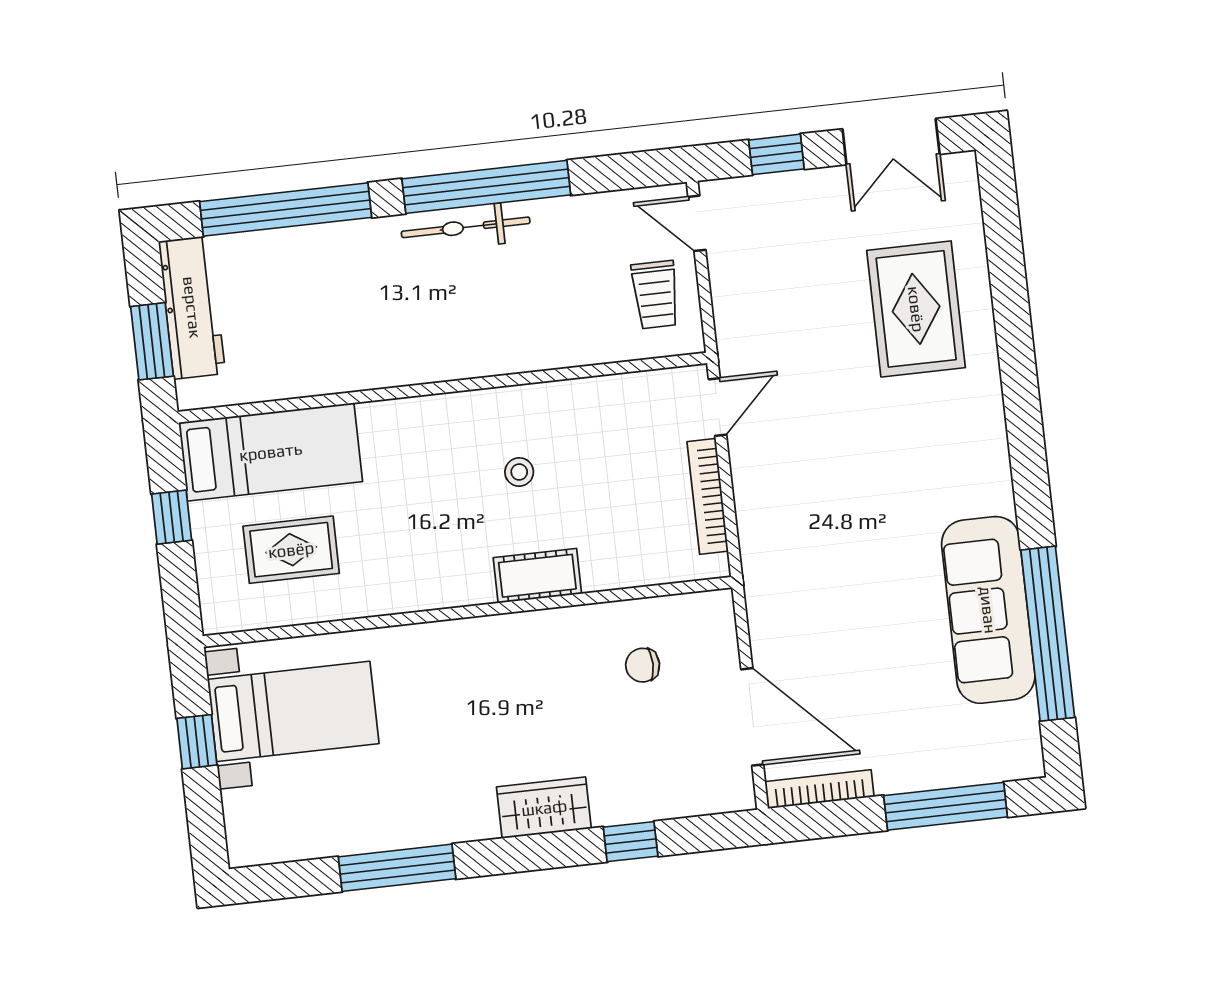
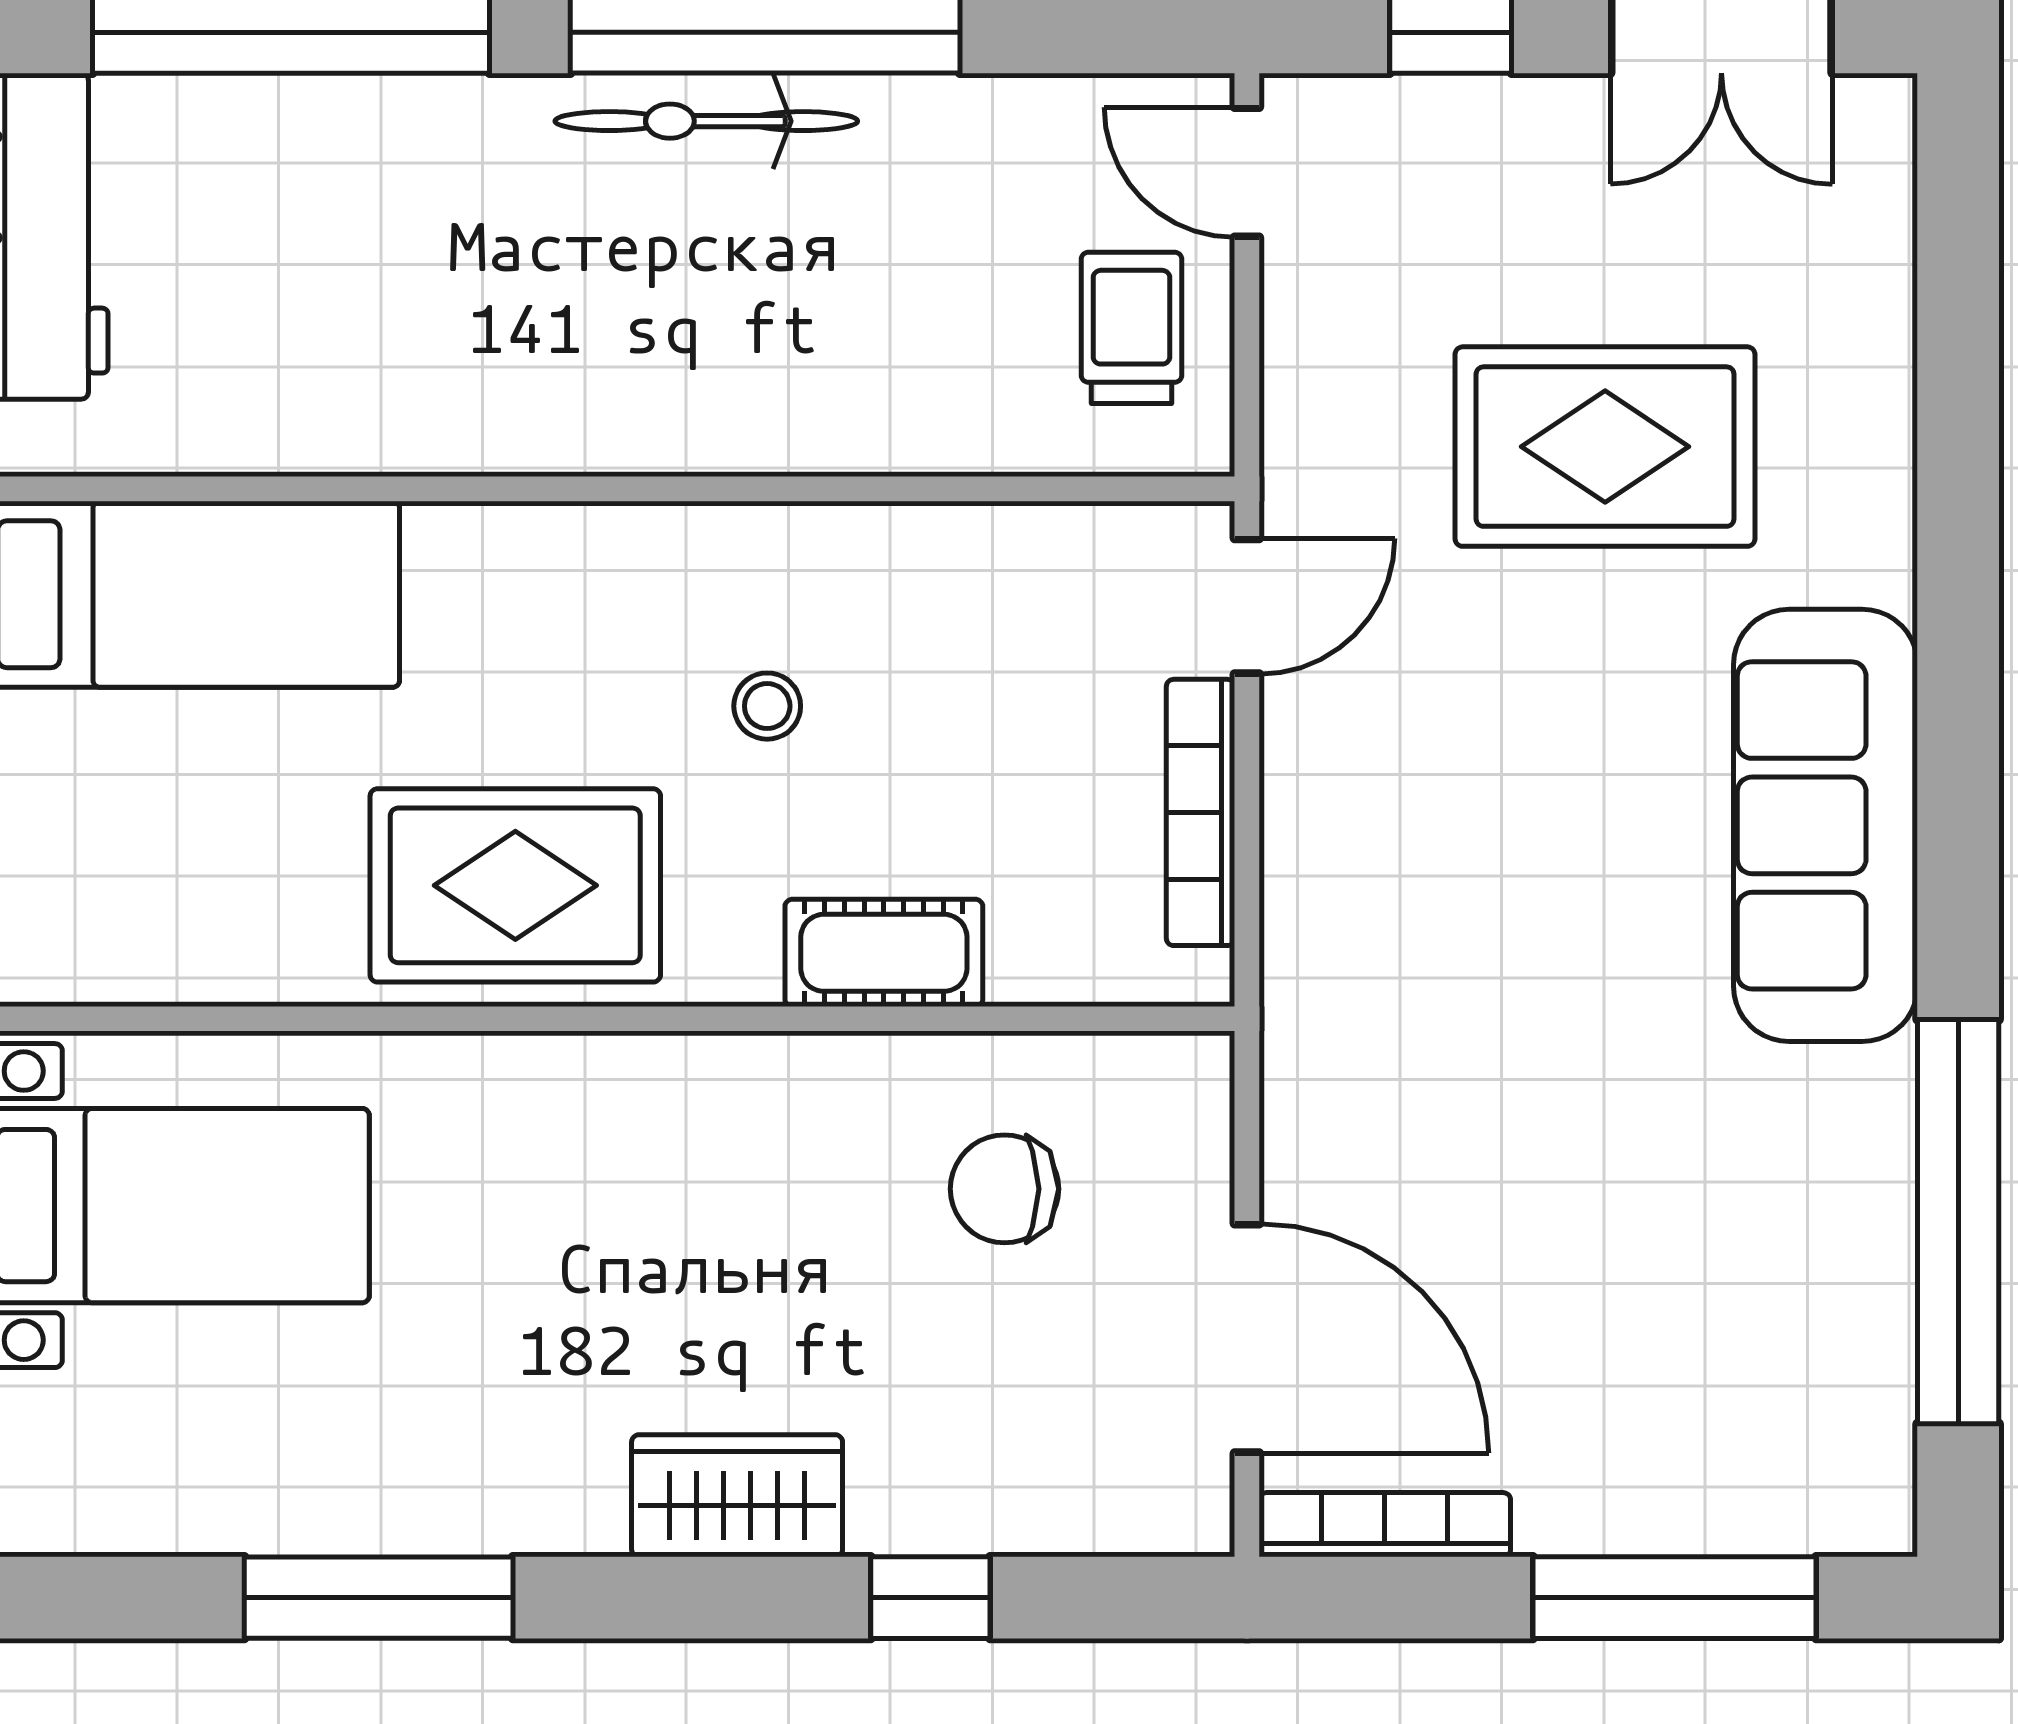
trolley: (655, 295) -> (1131, 328), turned 180
rug: (916, 309) -> (1605, 447), moved, turned 90
rug: (291, 550) -> (515, 885), moved, width x1.36, depth x1.43
cot: (537, 576) -> (884, 953), moved
sofa: (988, 610) -> (1826, 825), moved
chair: (643, 665) -> (1004, 1189), width x1.37, depth x1.37

